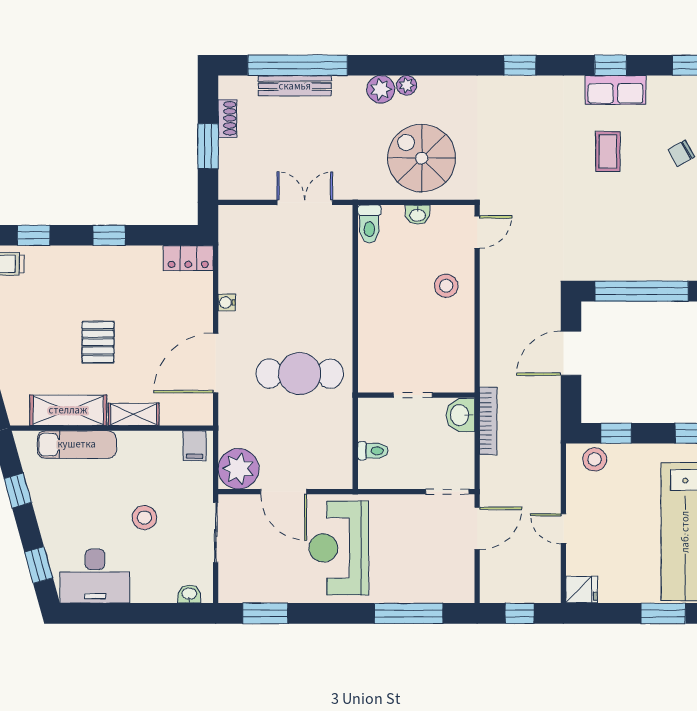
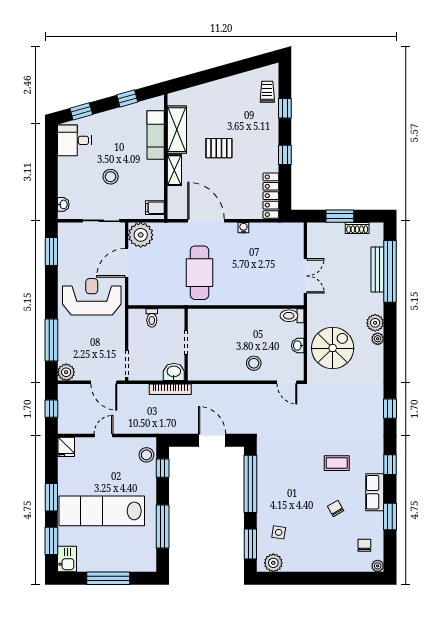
row of seats: (616, 90) -> (375, 492), moved
locker: (188, 258) -> (271, 196), width x1.53
desk: (95, 576) -> (74, 140), width x0.73
plant: (461, 590) -> (66, 372), added

